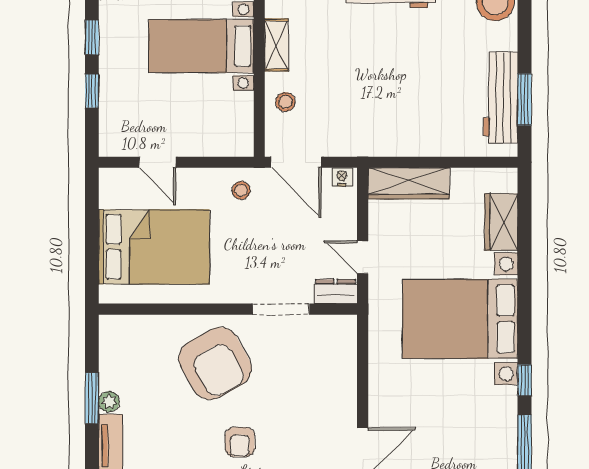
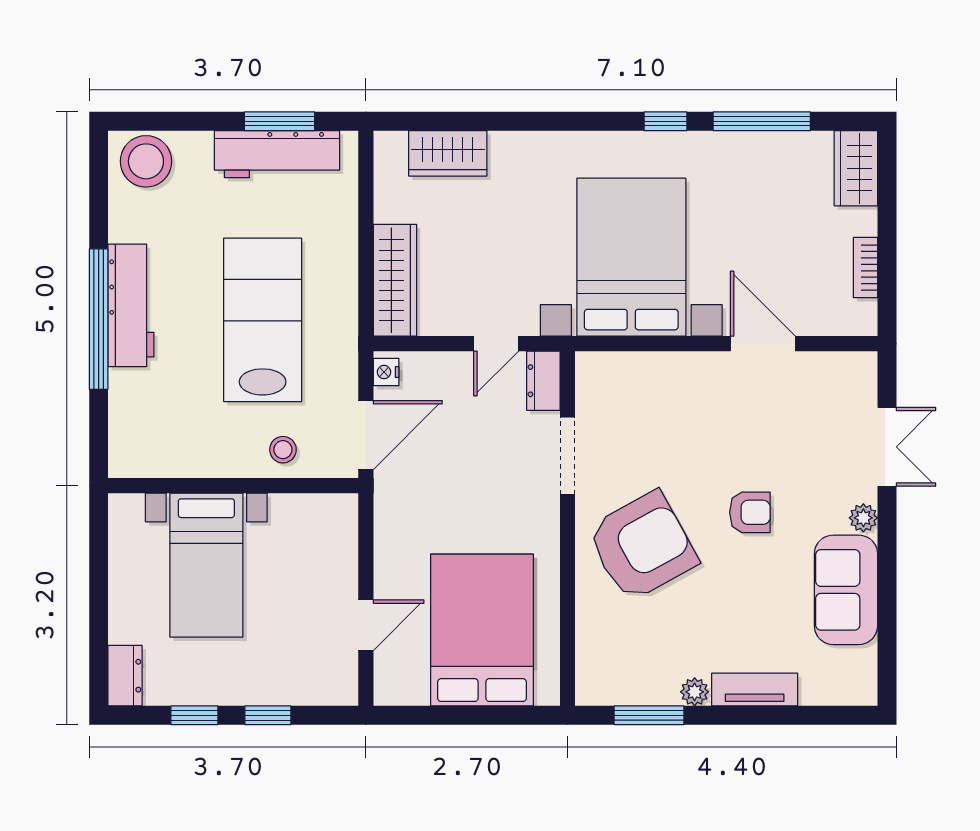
shelving: (276, 45) -> (205, 462), removed
lab bench: (380, 87) -> (263, 320), added
stool: (241, 190) -> (405, 510), removed
bed with nightstands: (460, 319) -> (631, 257), moved, turned 180
window: (92, 398) -> (649, 715), moved

